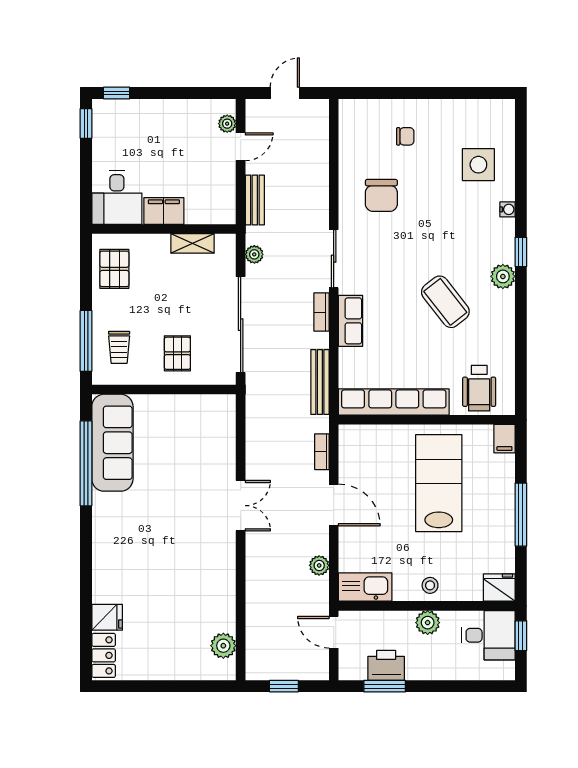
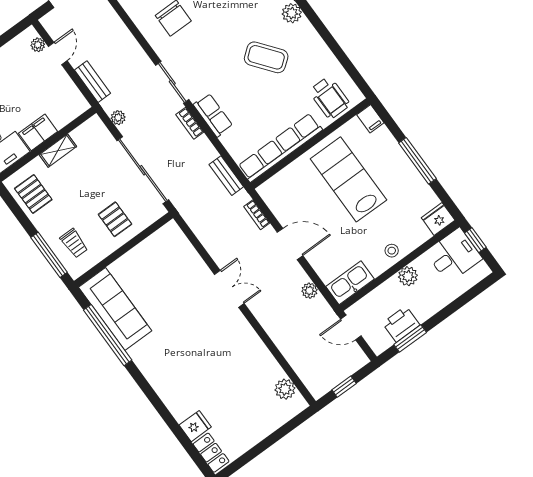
shelving: (192, 243) -> (58, 151), moved
bench: (320, 382) -> (226, 176), width x0.73

